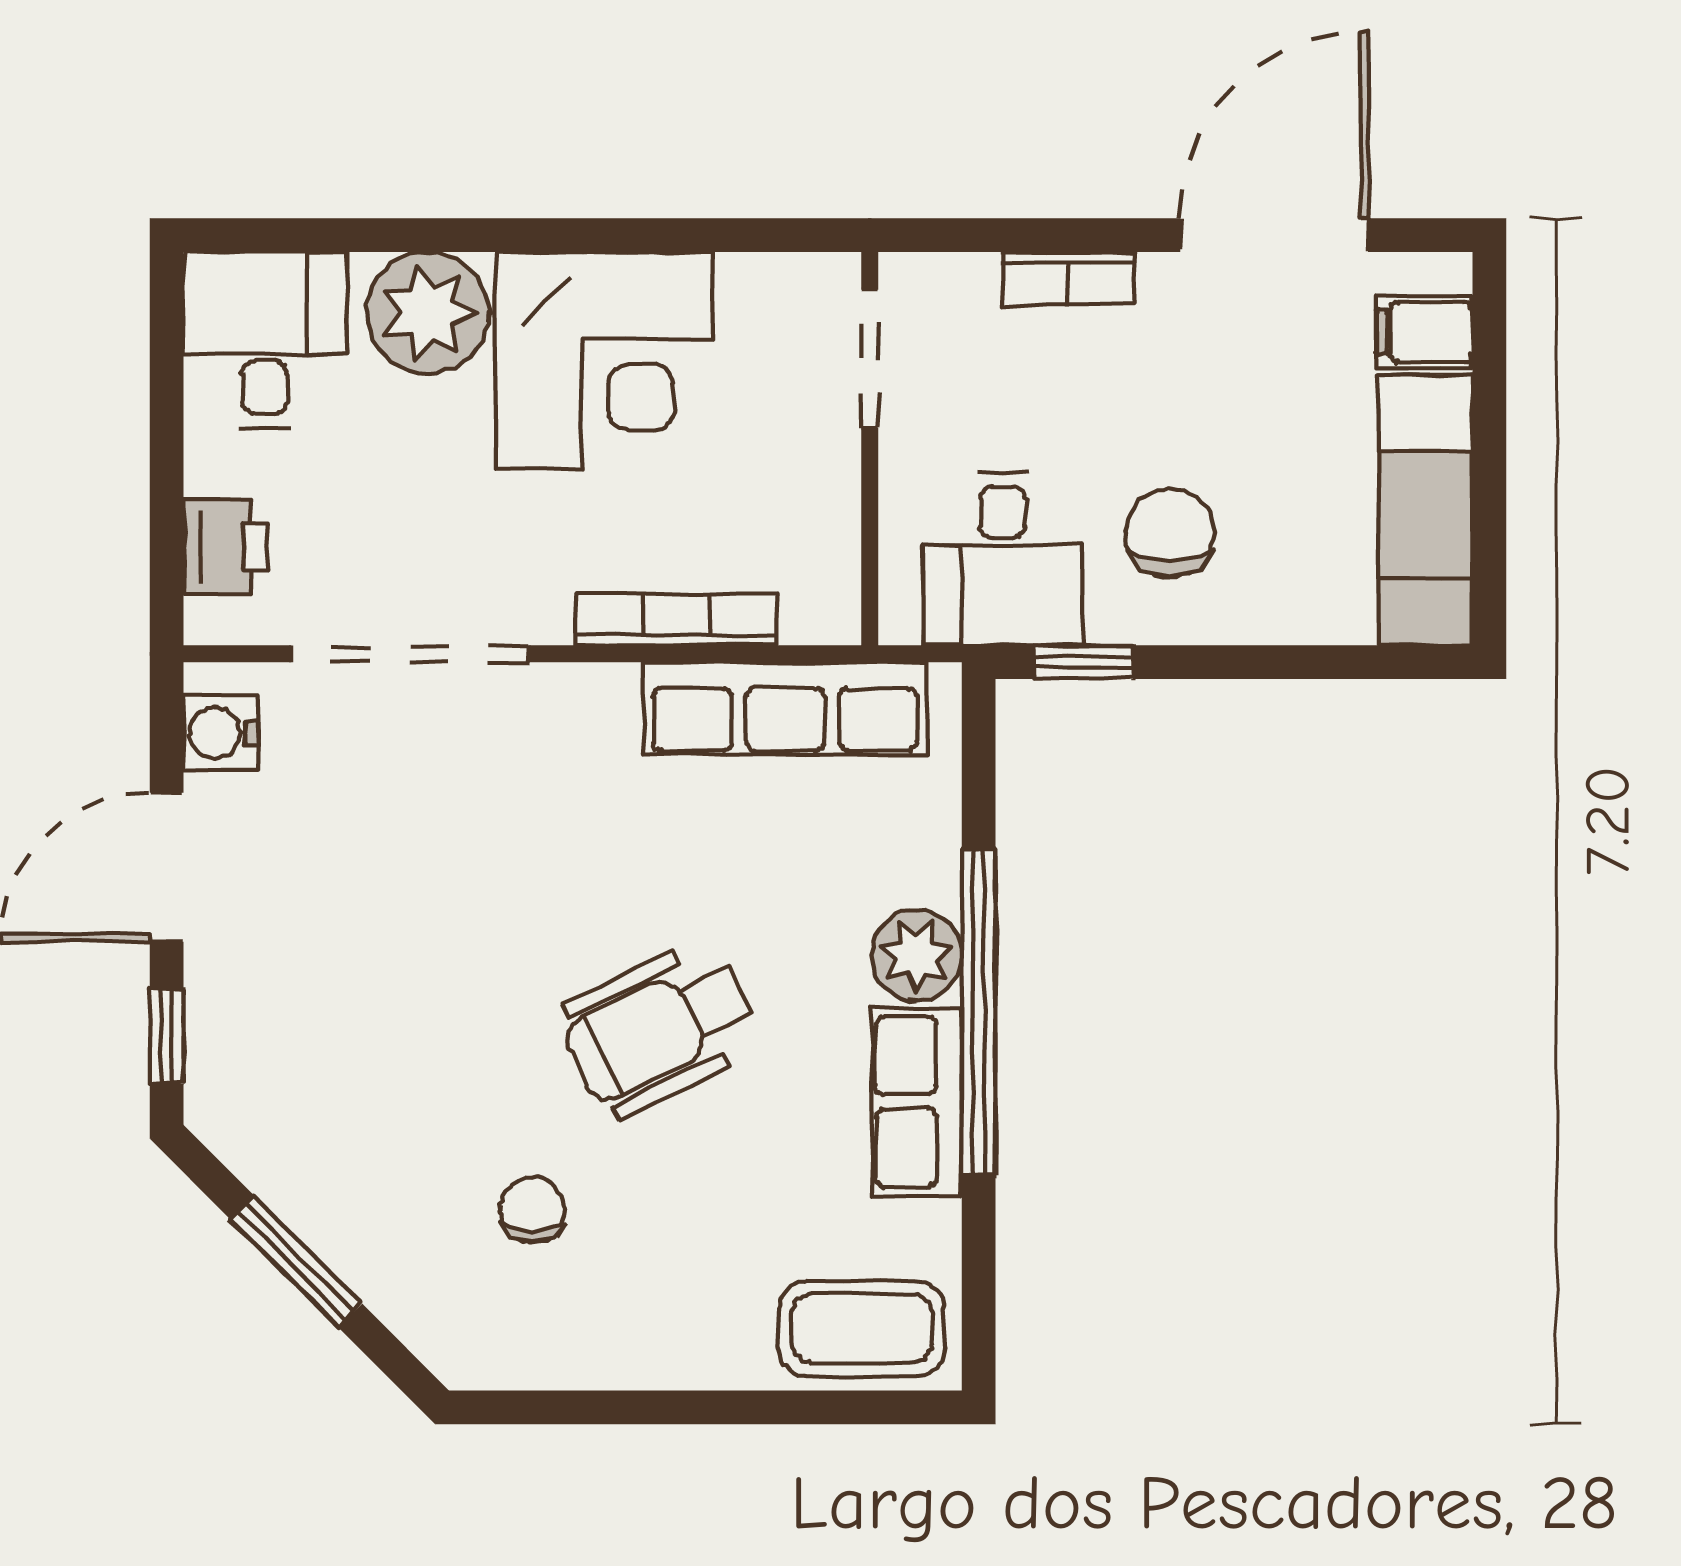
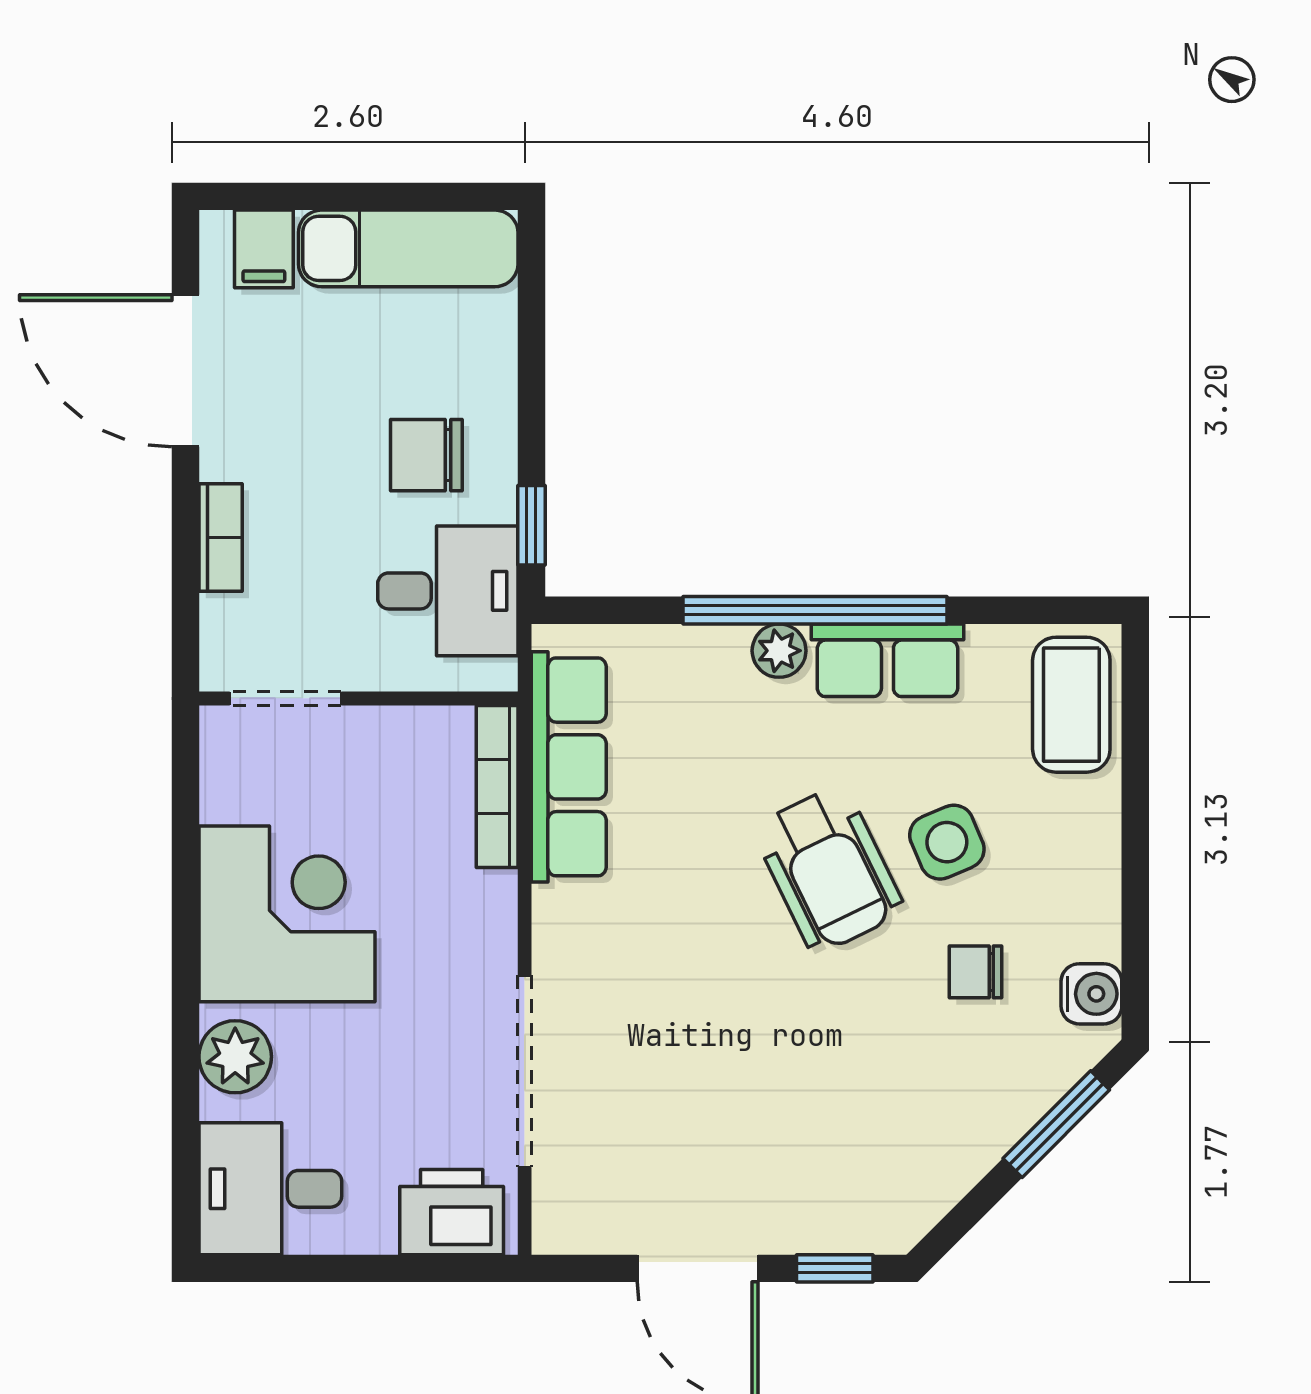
plant: (428, 313) -> (235, 1057), width x0.73, depth x0.73
printer: (226, 547) -> (452, 1212), width x1.36, depth x1.24
bookcase: (676, 620) -> (497, 787), moved
water cooler: (221, 733) -> (1091, 994), moved, turned -90
plant: (916, 955) -> (779, 651), width x0.73, depth x0.73
side table: (693, 1175) -> (947, 842), added
window: (296, 1261) -> (1056, 1124), moved

